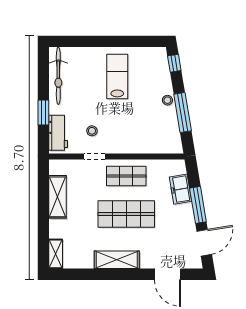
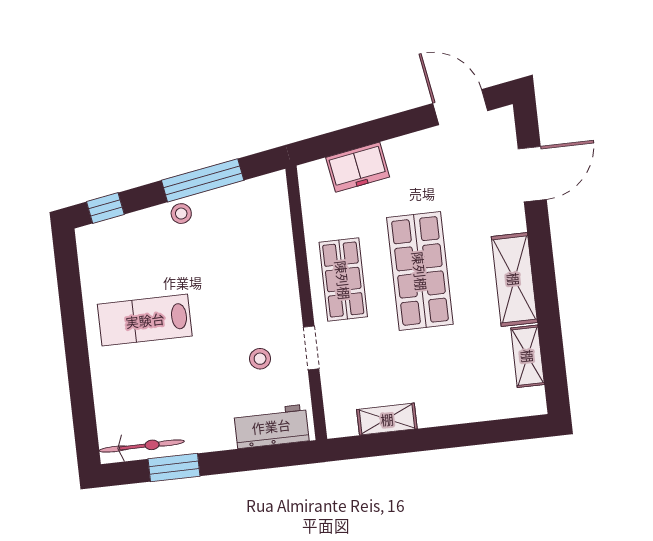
bicycle: (58, 76) -> (142, 446), width x0.73, depth x0.71
window: (43, 112) -> (174, 467), moved
shelving: (58, 197) -> (387, 419), width x0.67, depth x0.75
window: (198, 205) -> (385, 128), removed
shelving: (56, 254) -> (528, 356), moved, turned 90

